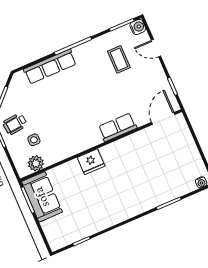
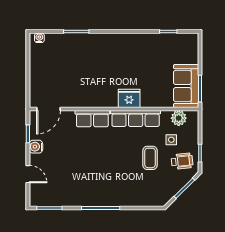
water cooler: (138, 27) -> (36, 147), moved
coffee table: (119, 59) -> (150, 158), moved
row of seats: (50, 67) -> (136, 118), moved, turned 180

